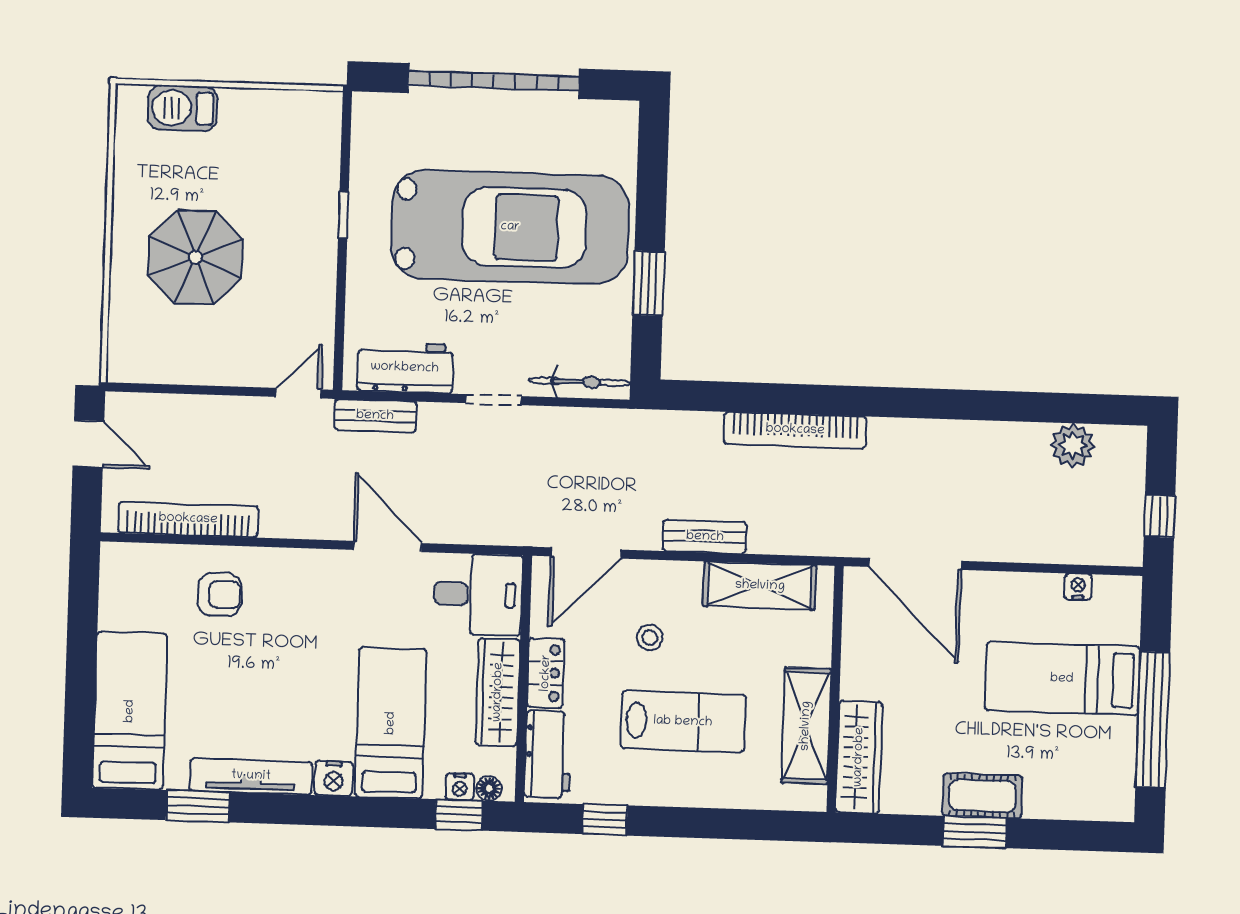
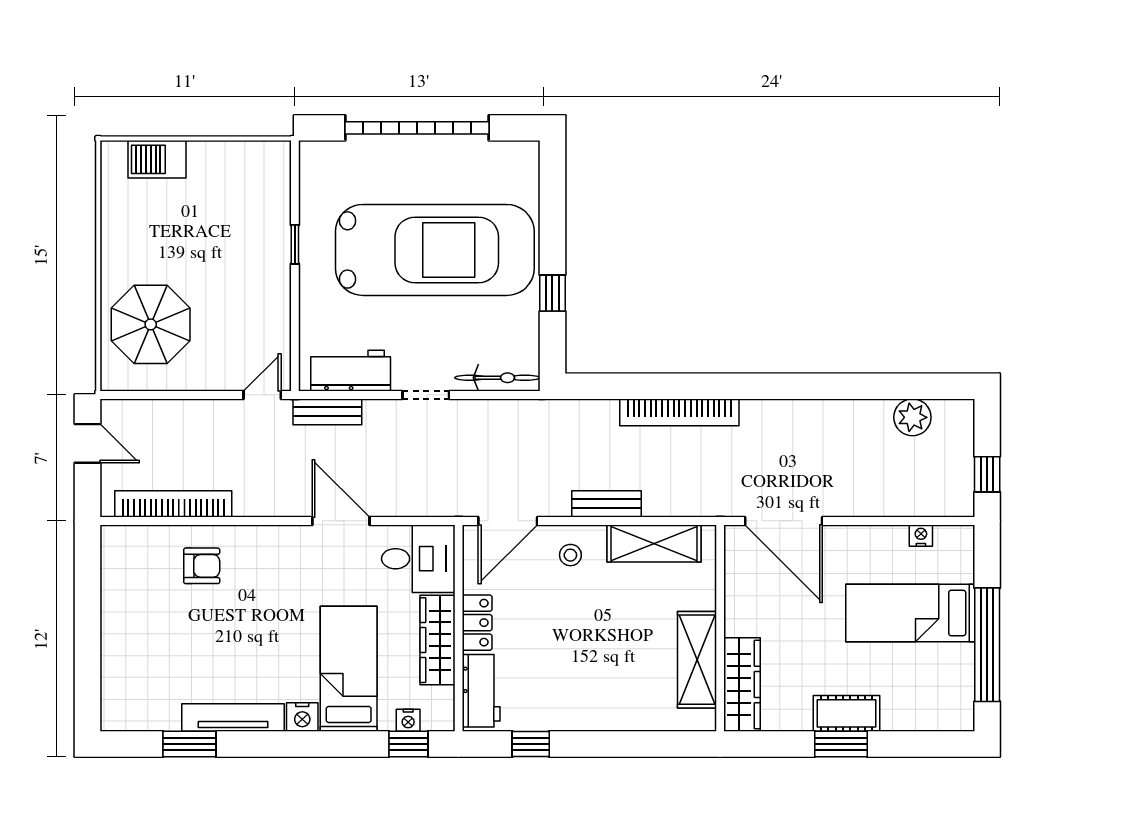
parasol: (195, 257) -> (151, 324), moved
window: (649, 283) -> (552, 293), width x0.67
stool: (650, 638) -> (570, 555), moved
bed: (130, 711) -> (130, 666), removed
lab bench: (683, 722) -> (594, 660), removed
floor lamp: (489, 788) -> (433, 721), removed

